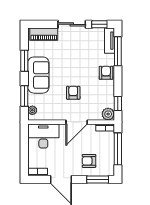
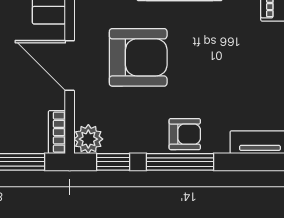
window: (118, 51) -> (180, 162), moved
armchair: (73, 93) -> (138, 57), width x1.88, depth x1.88

